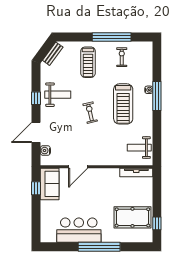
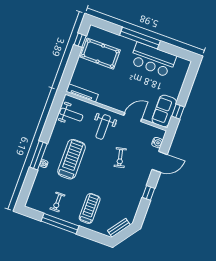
weight bench: (58, 95) -> (103, 127), moved, turned -90
exercise bike: (90, 113) -> (120, 158), moved

